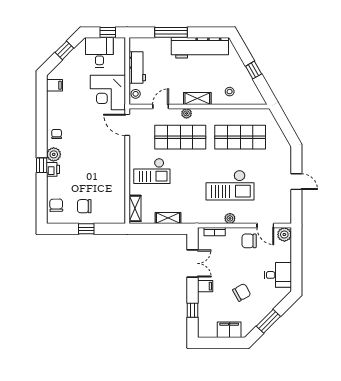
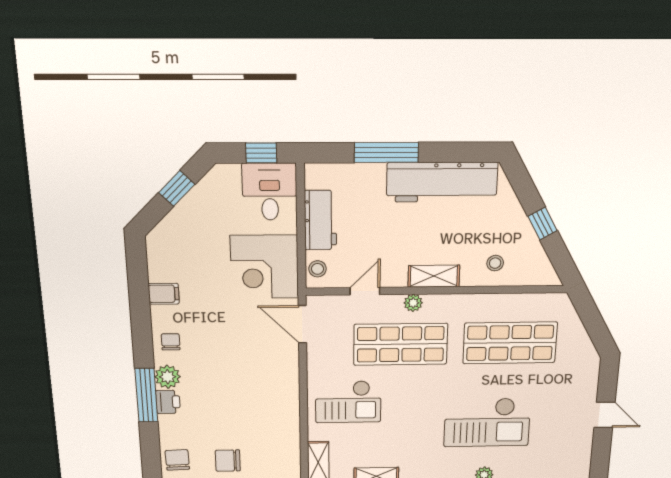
desk: (99, 52) -> (270, 192), moved
filing cabinet: (55, 85) -> (164, 294), moved
window: (42, 165) -> (146, 395), width x2.17

